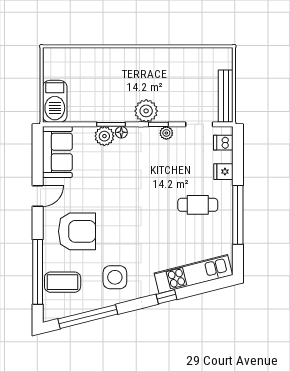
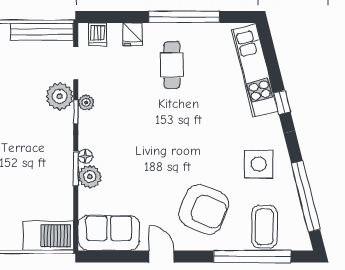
plant: (146, 111) -> (60, 96), moved
armchair: (77, 231) -> (204, 209), turned 113

